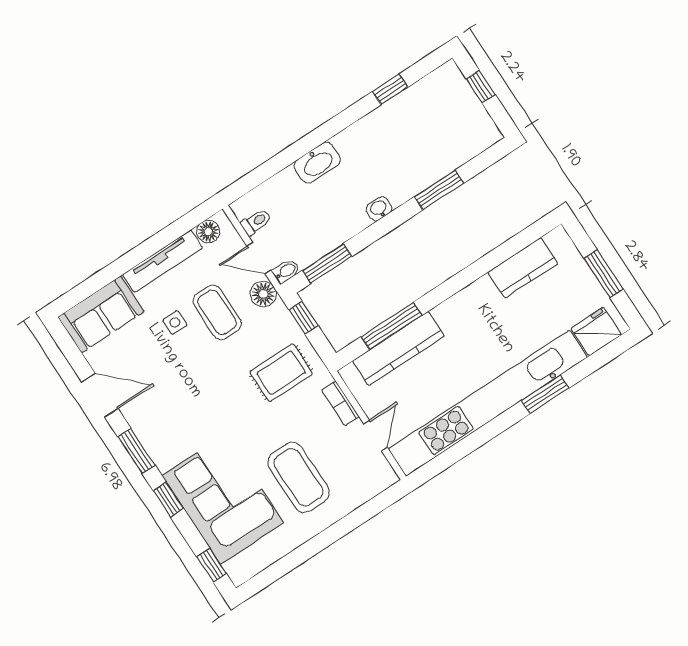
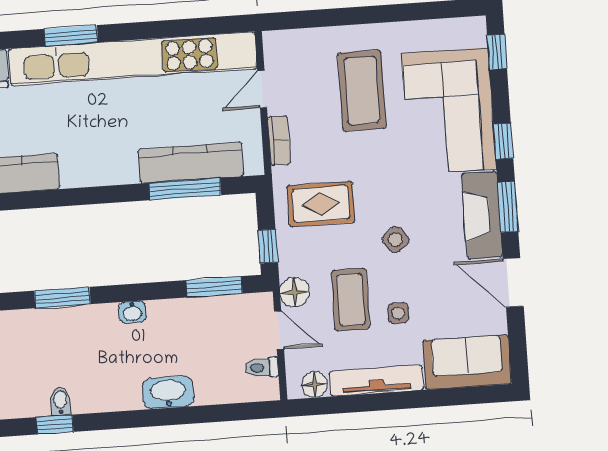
bidet: (286, 271) -> (60, 401), moved, turned 90
side table: (209, 378) -> (396, 240), added
fireplace: (153, 434) -> (482, 215), added

